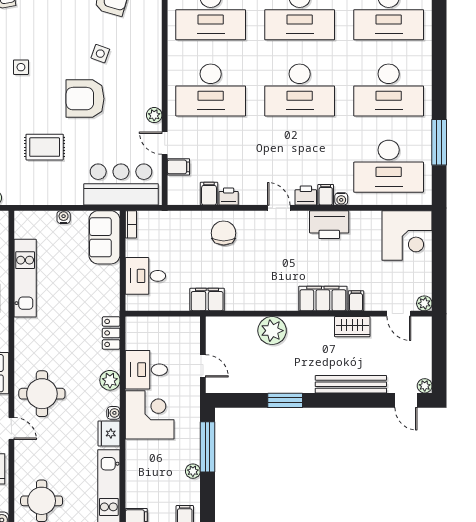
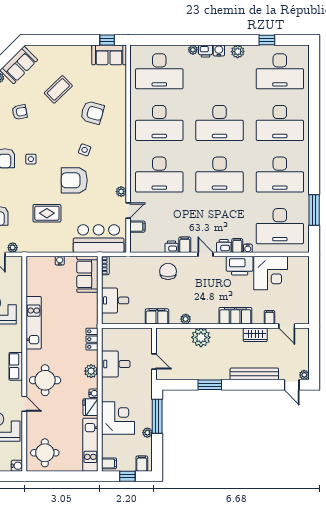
door: (165, 143) -> (128, 211), swing flipped
filing cabinet: (209, 194) -> (185, 245), moved
corner desk: (407, 235) -> (271, 273), moved
kitchen unit: (25, 278) -> (34, 323), moved
filing cabinet: (356, 301) -> (269, 317), moved
plant: (424, 303) -> (186, 319), moved
corner desk: (150, 415) -> (118, 418), moved

